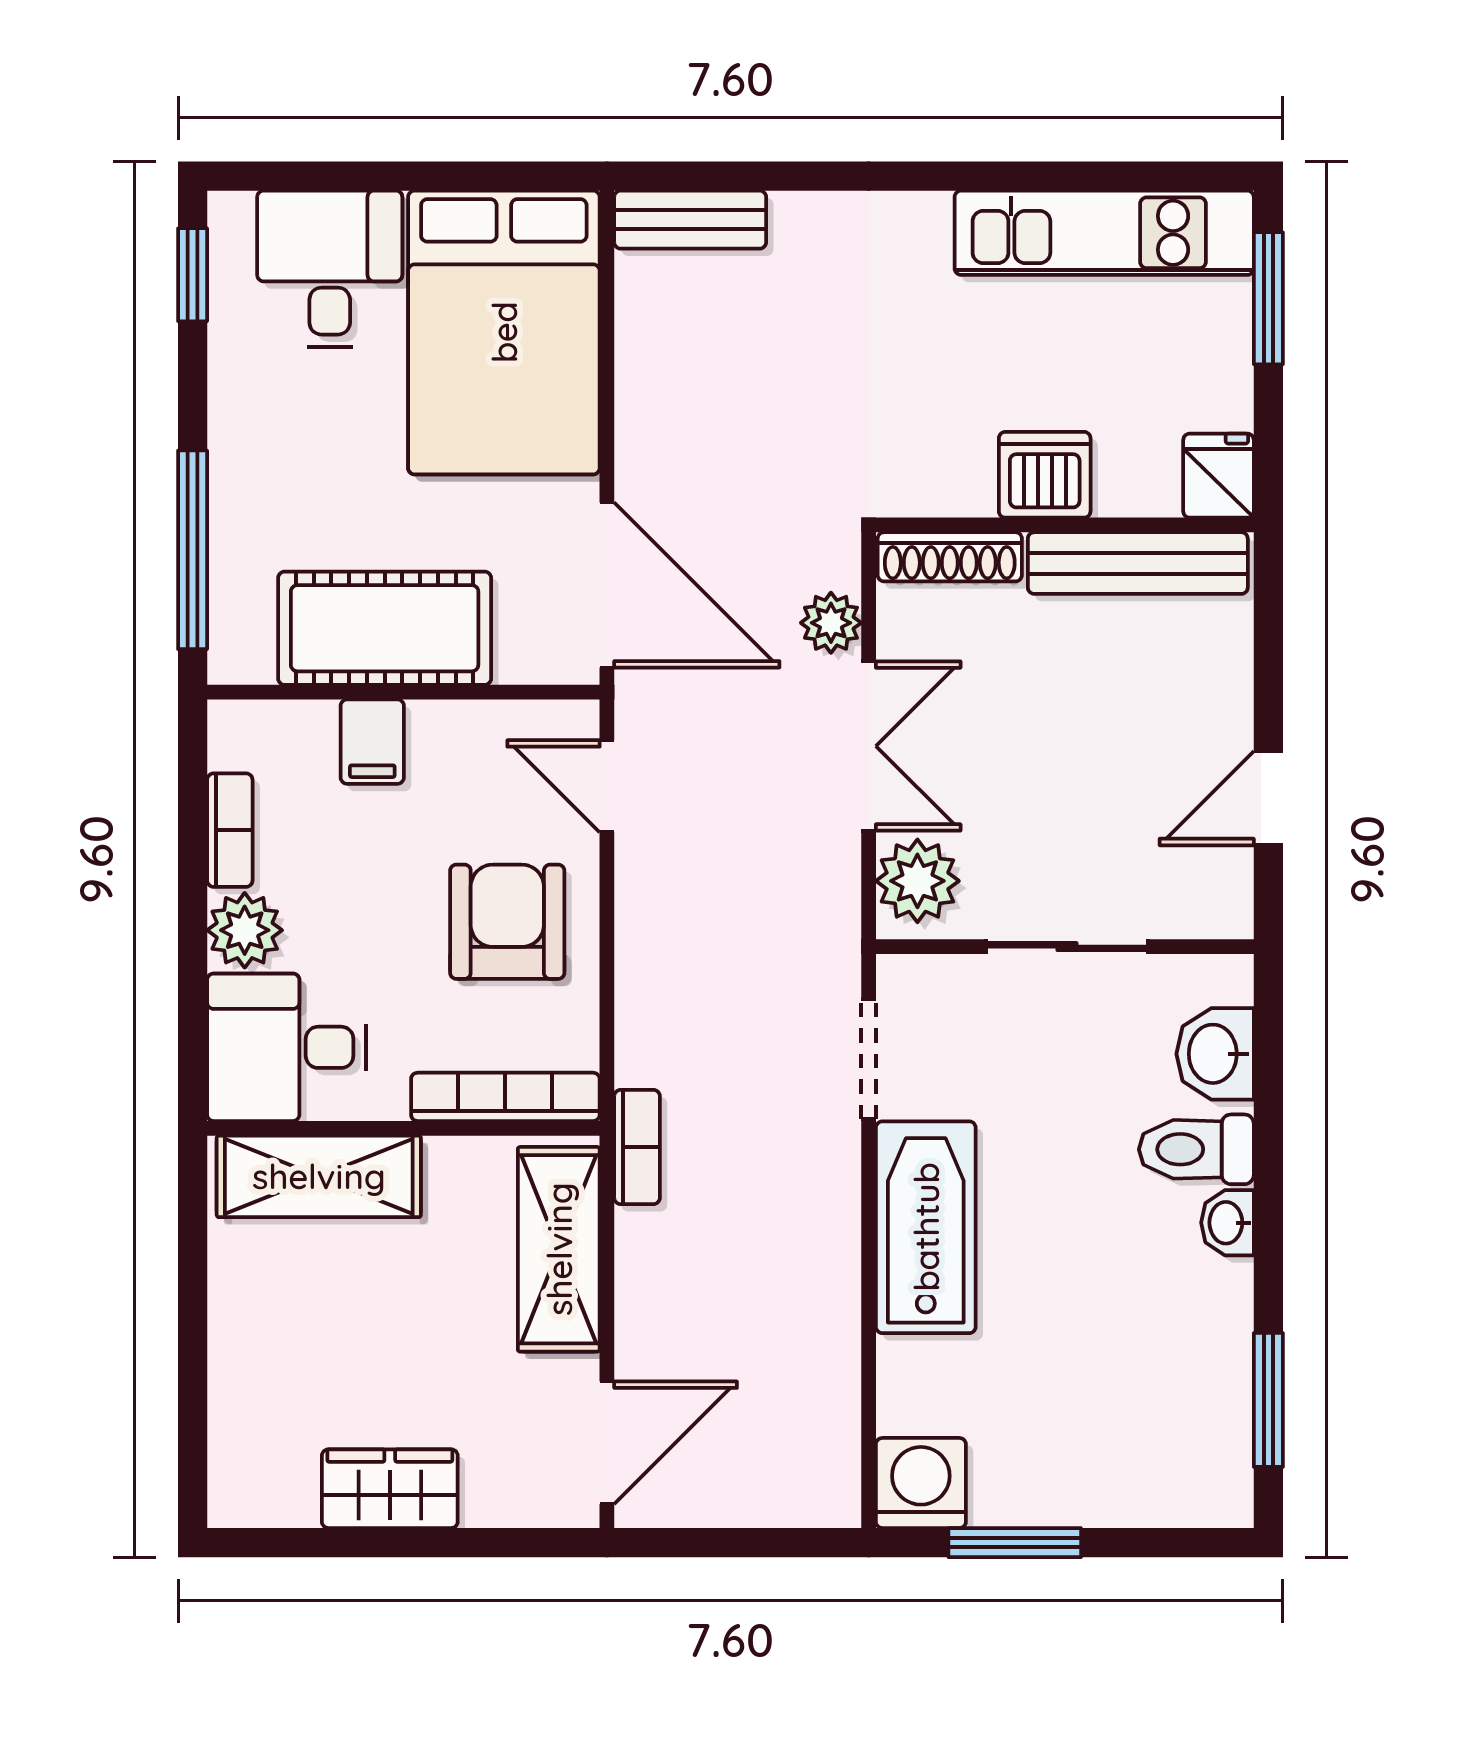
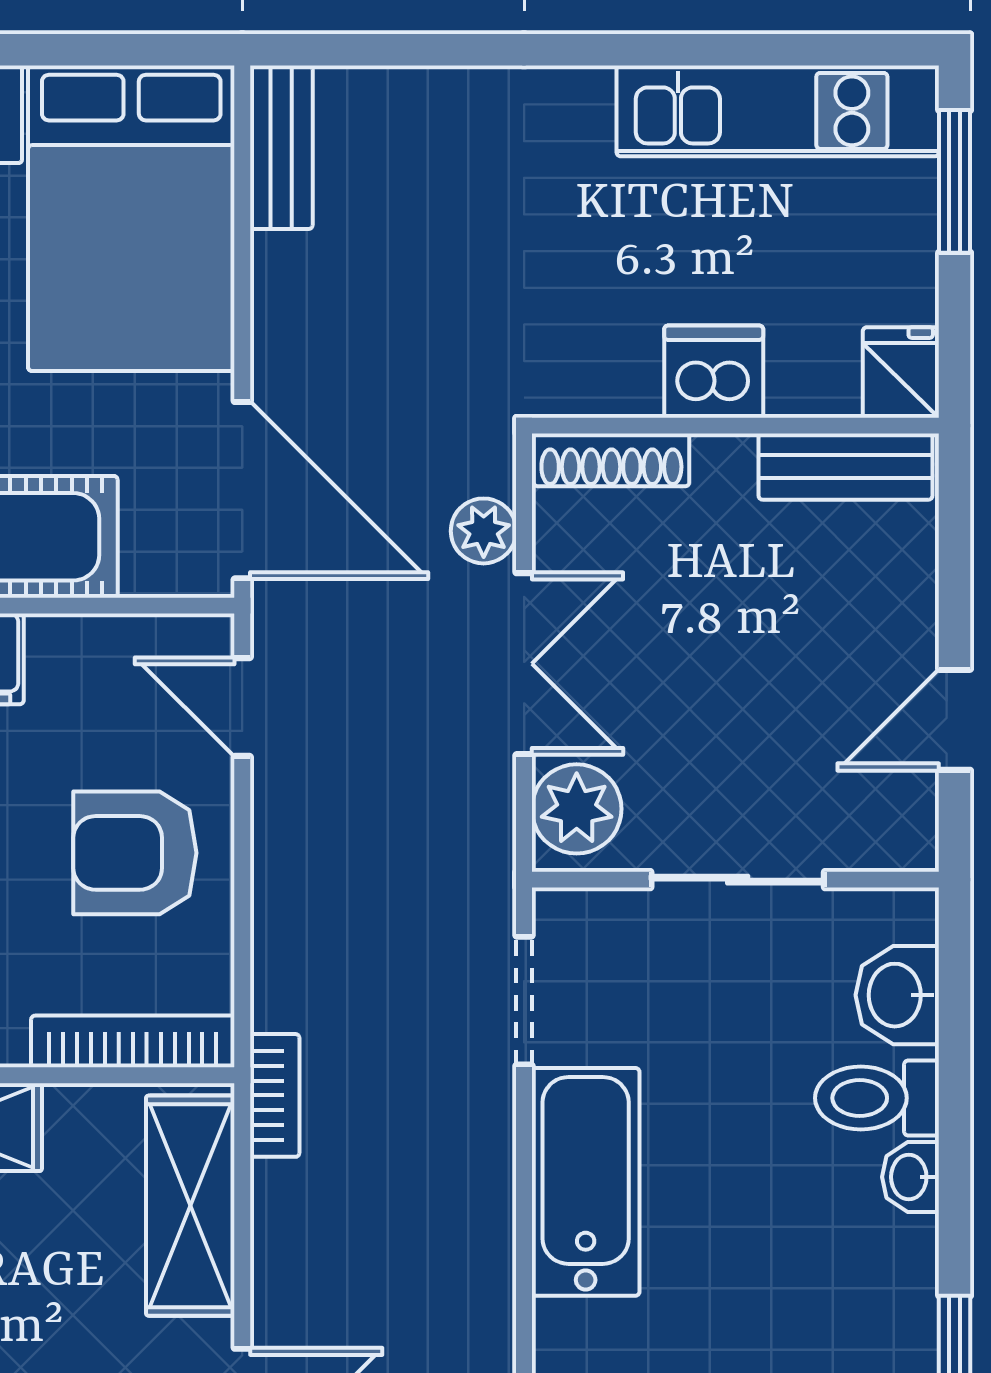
bench: (690, 220) -> (281, 147), moved, turned 90
bench: (1138, 563) -> (846, 467), width x0.73
armchair: (507, 922) -> (135, 853), turned -90

